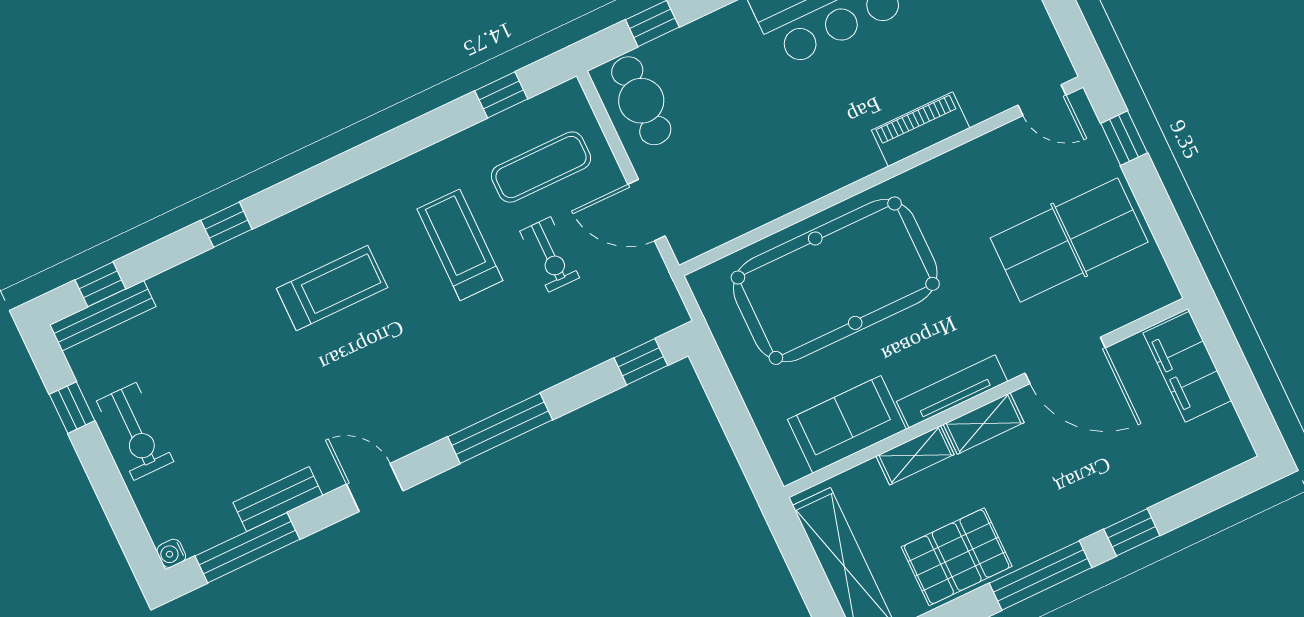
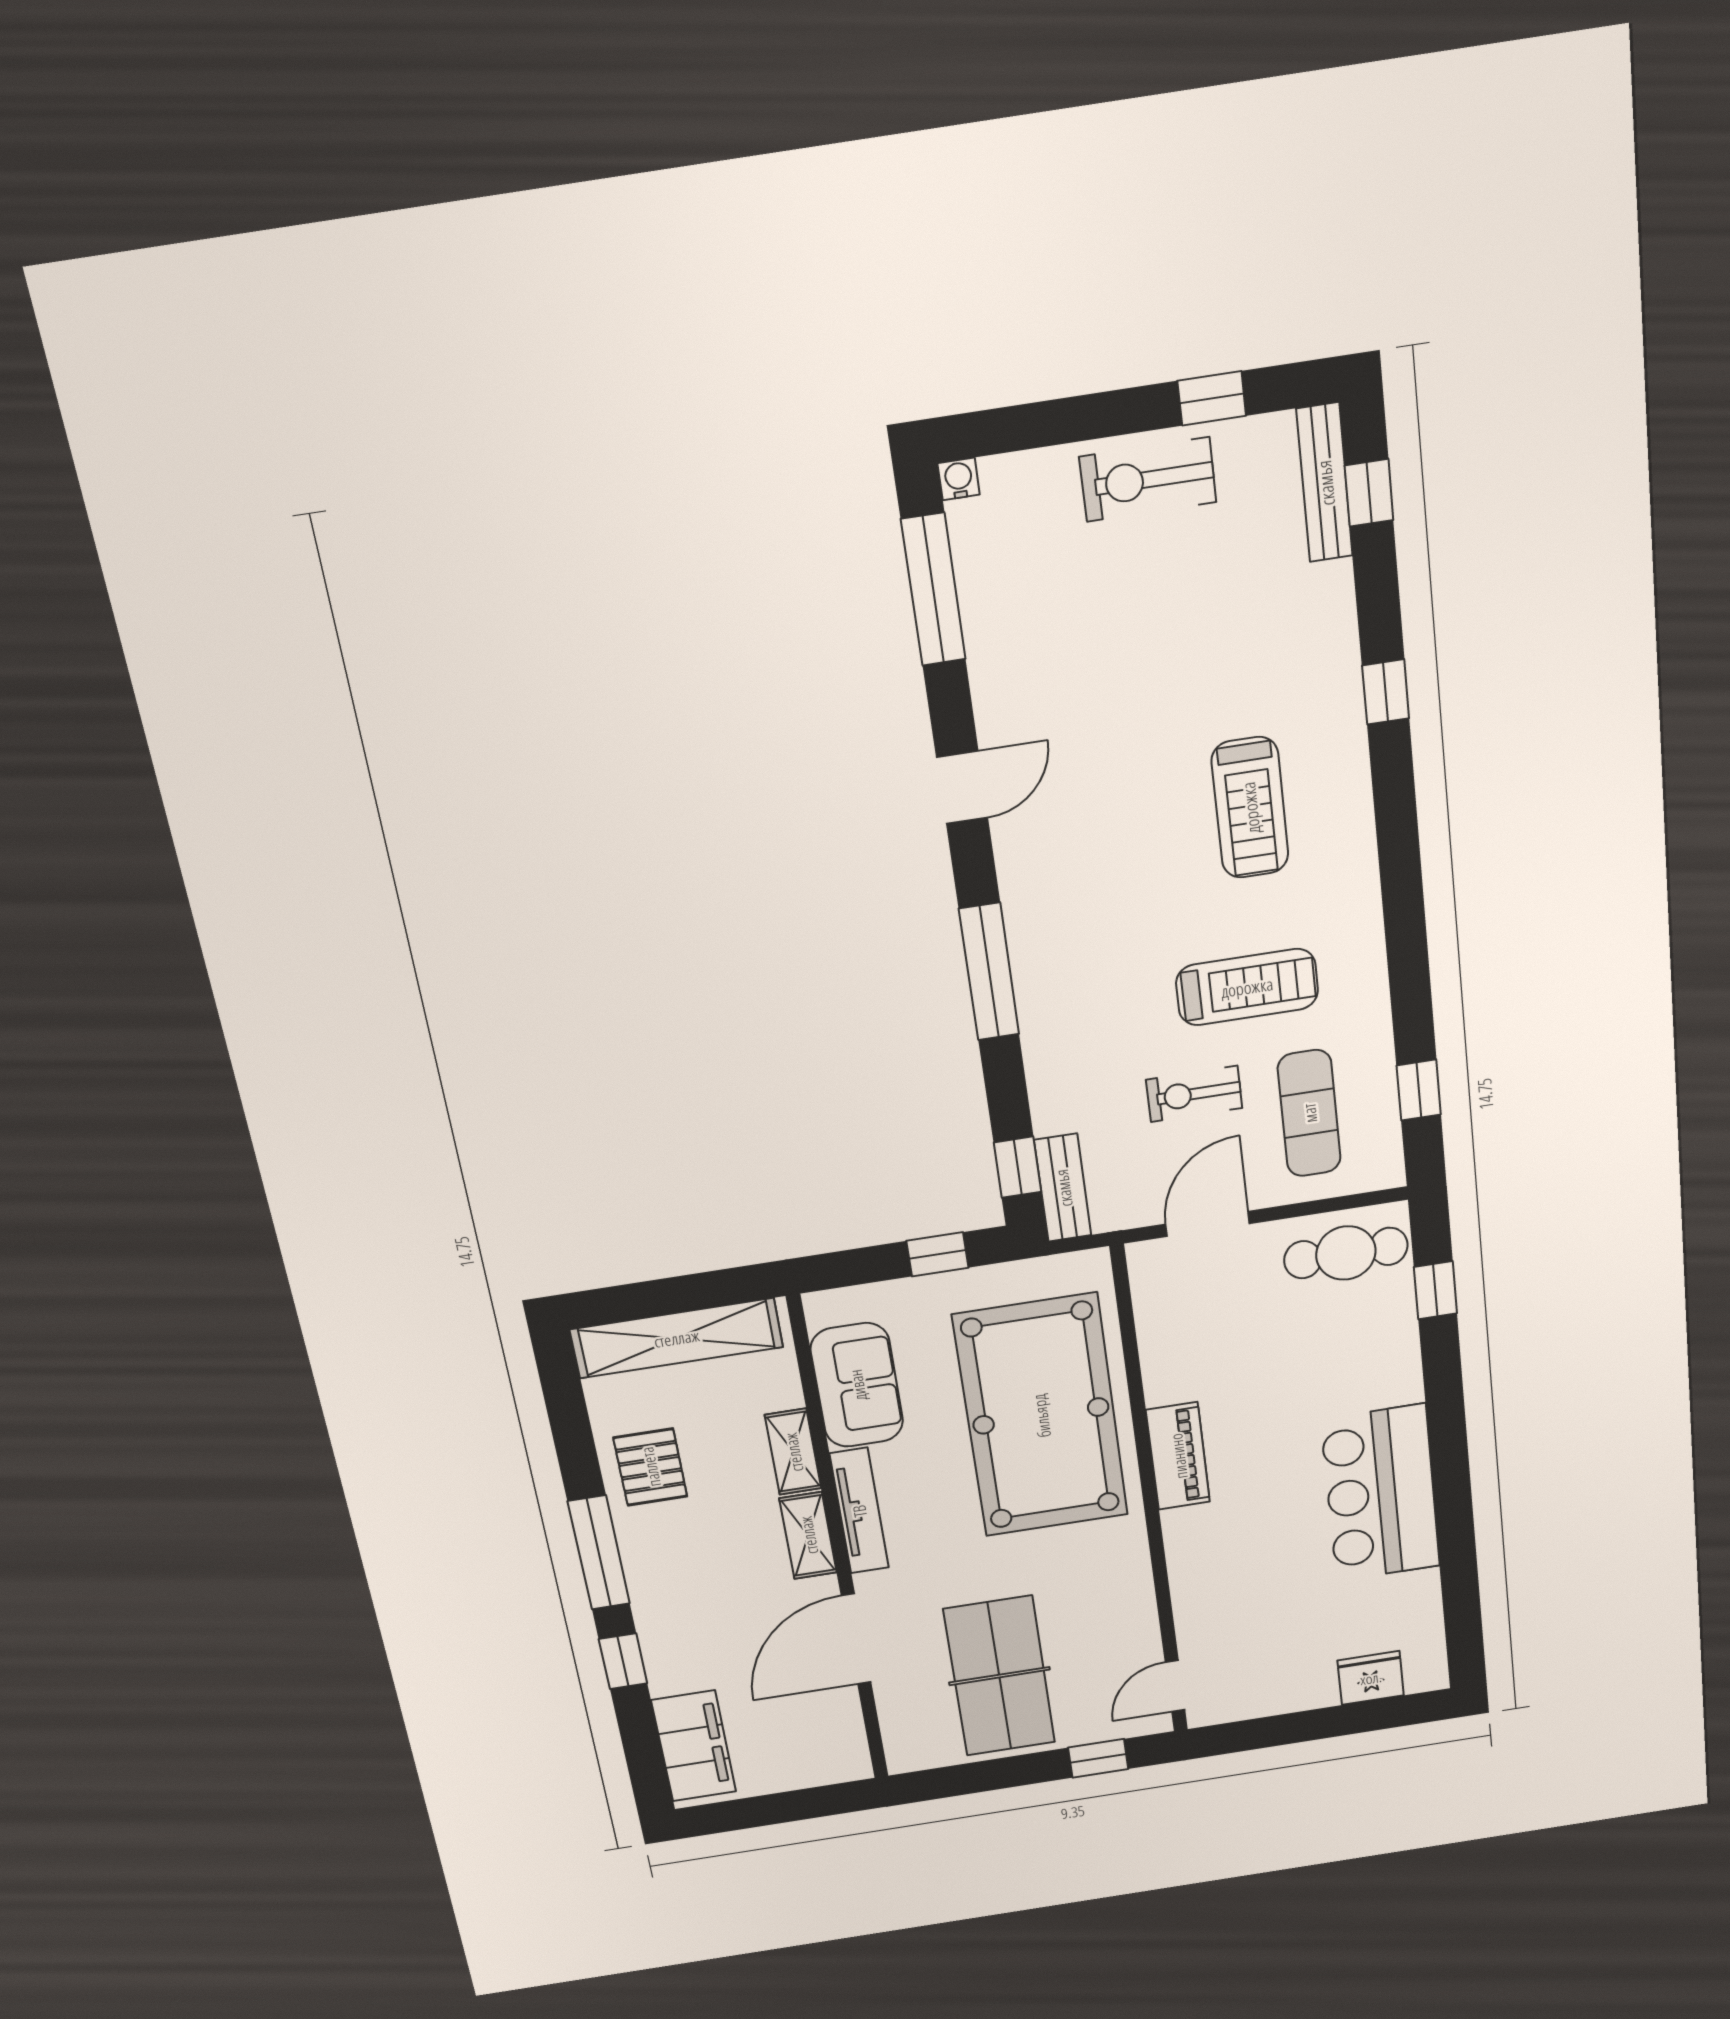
piano: (921, 129) -> (1178, 1456), moved
filing cabinet: (1187, 367) -> (694, 1746), moved, turned 90
window: (725, 398) -> (937, 1254), added
bench: (278, 499) -> (1063, 1188), moved
pallet: (957, 557) -> (650, 1467), width x0.67, depth x0.71

